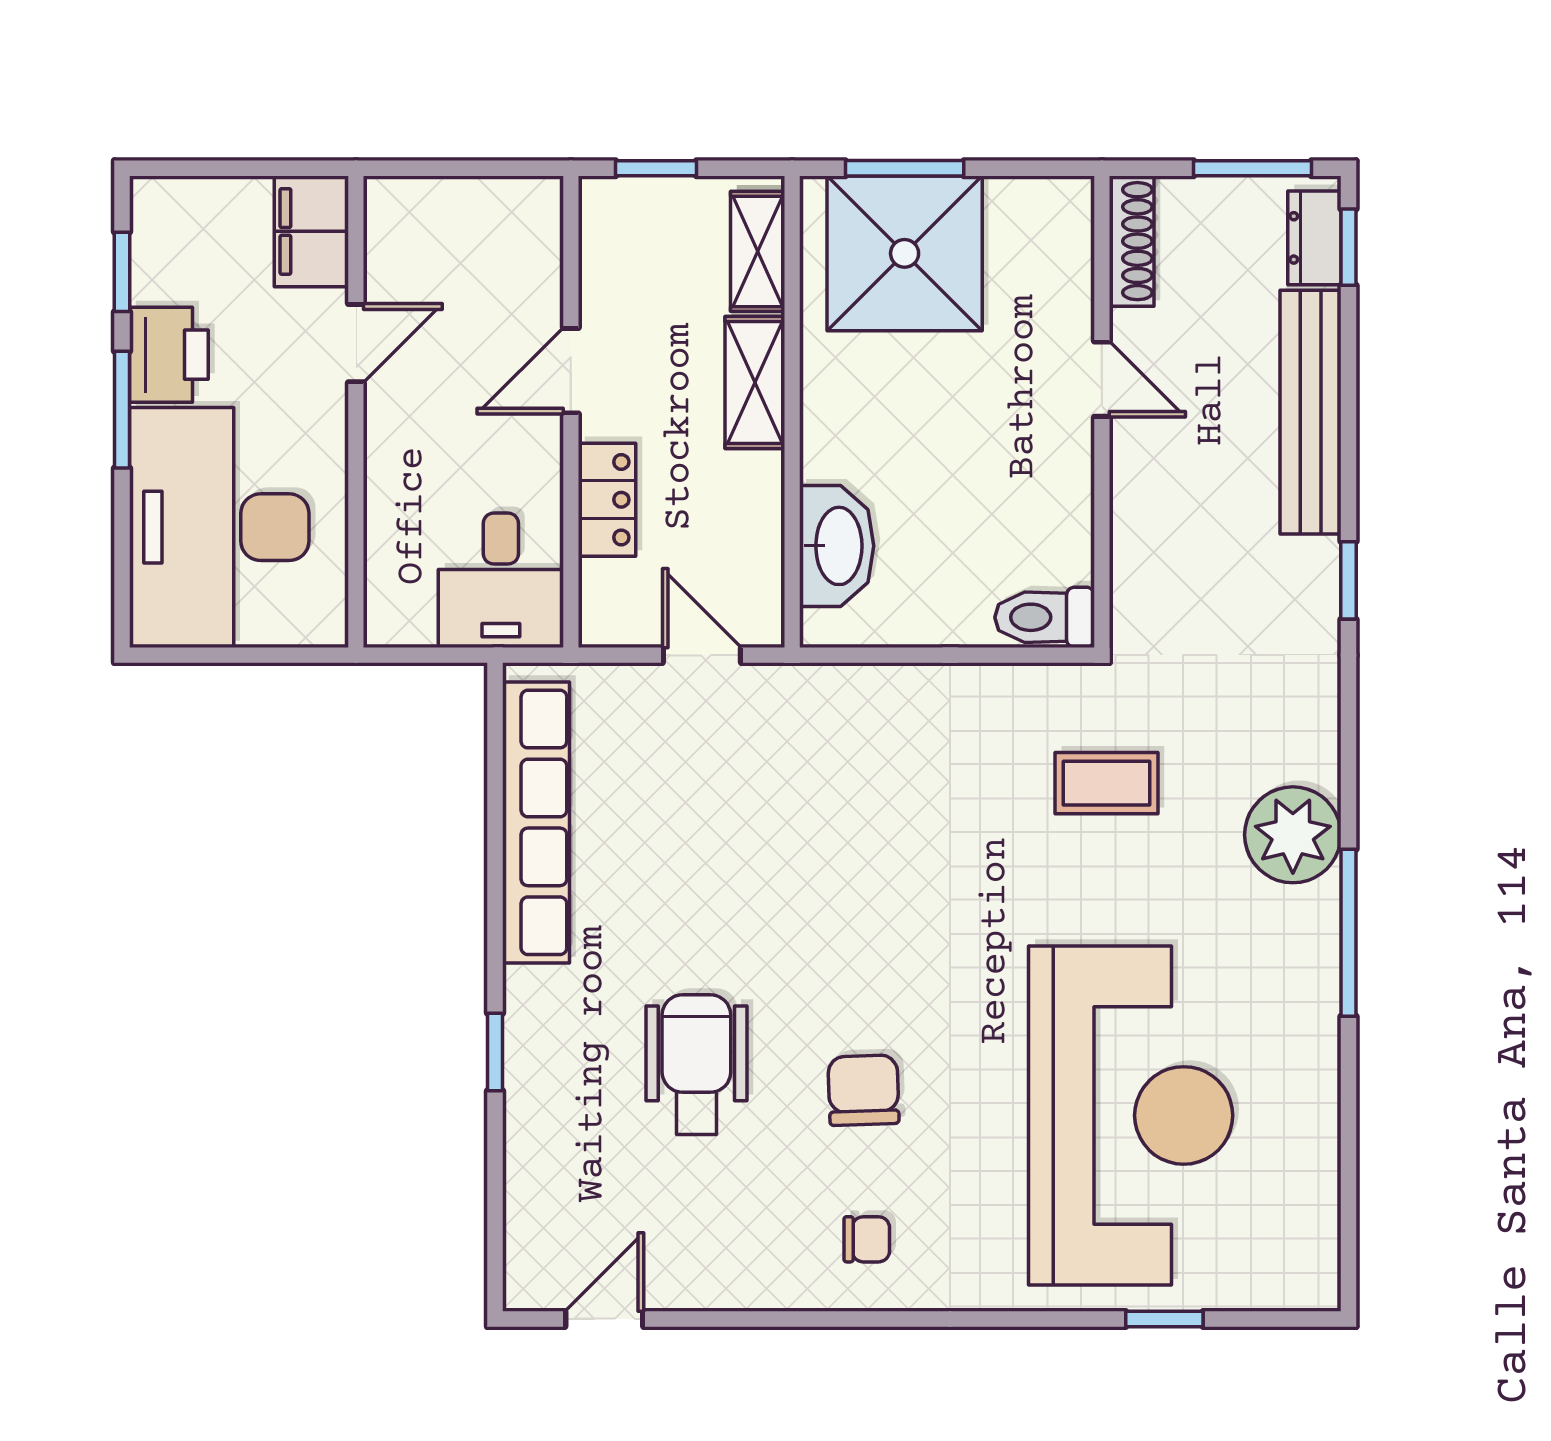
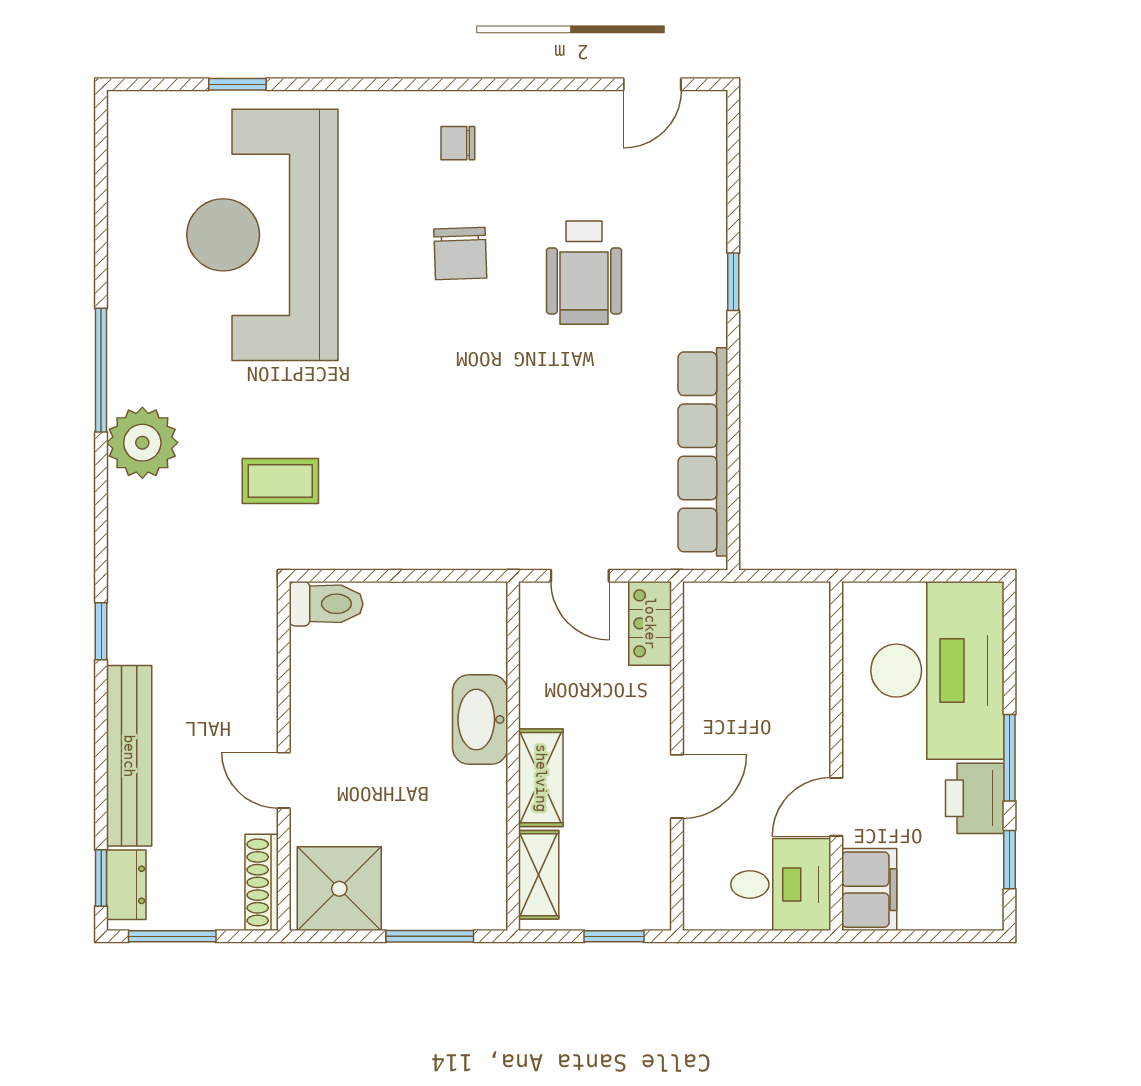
shower: (905, 253) -> (339, 889), moved, width x0.73, depth x0.73
locker: (607, 500) -> (650, 623), moved
washbasin: (837, 546) -> (480, 720), moved
desk: (501, 580) -> (781, 885), moved, turned 90

